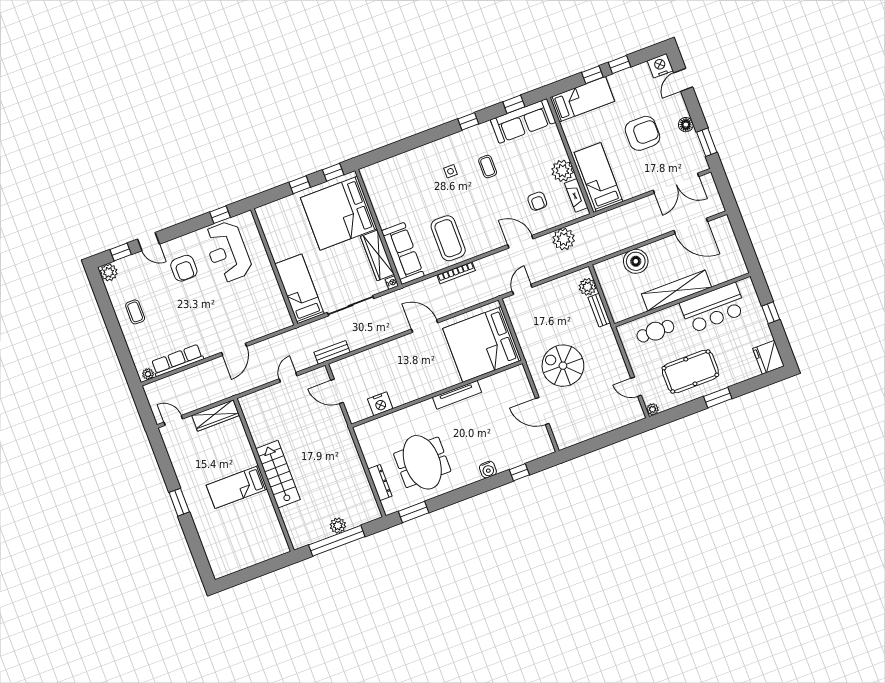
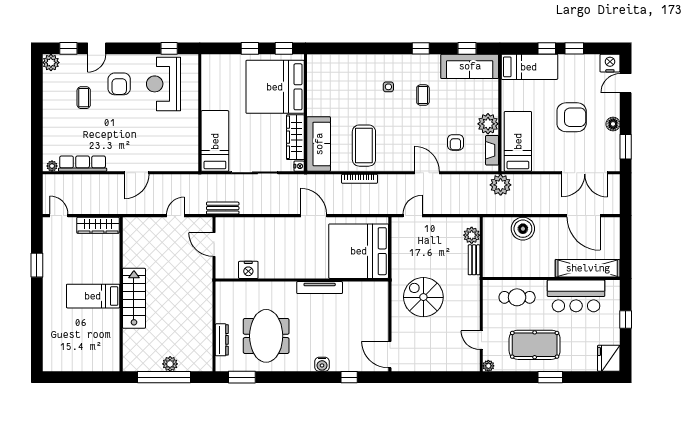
plant: (564, 239) -> (501, 185), moved
door: (148, 242) -> (97, 48), hinge flipped
shelving: (677, 291) -> (588, 268), moved
coffee table: (135, 312) -> (84, 98), moved
door: (542, 411) -> (390, 355), moved
window: (179, 502) -> (37, 265), moved

